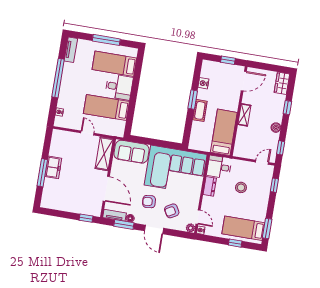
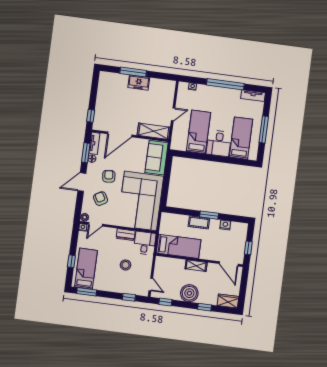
boiler: (276, 128) -> (189, 293), width x1.86, depth x1.86

